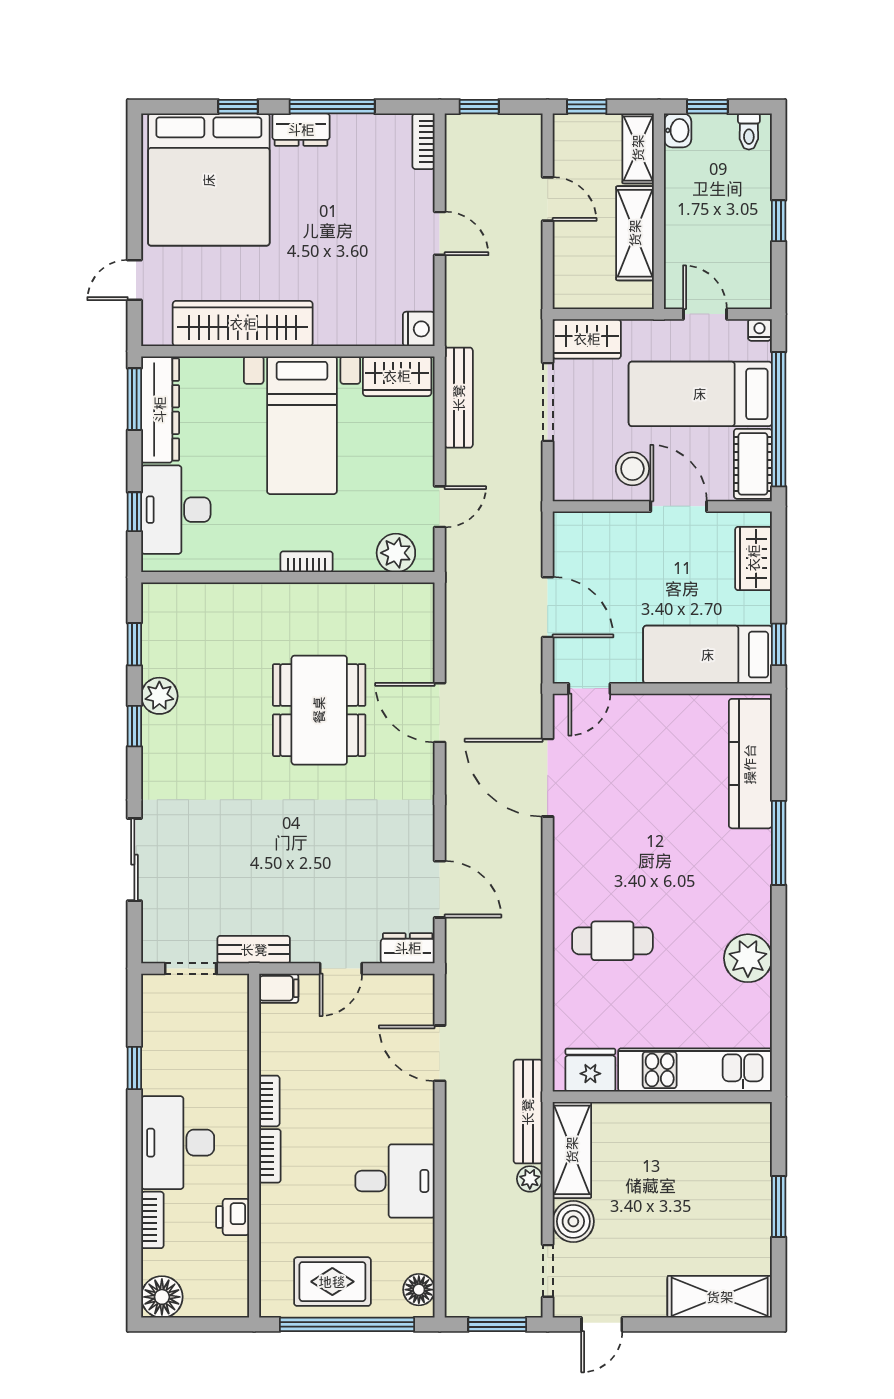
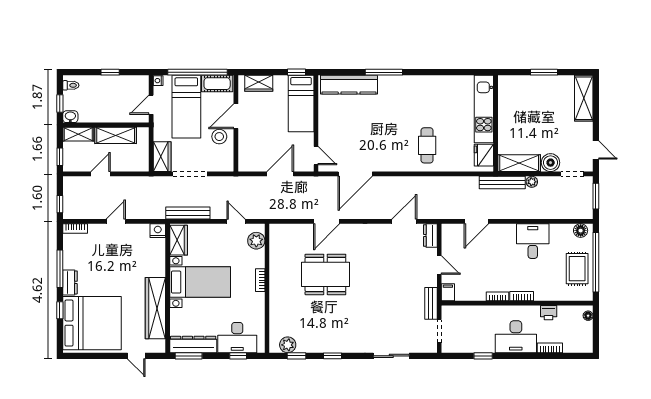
plant: (159, 696) -> (288, 345), moved
plant: (748, 958) -> (435, 86), removed
floor lamp: (162, 1297) -> (588, 316), moved, width x0.53, depth x0.53

